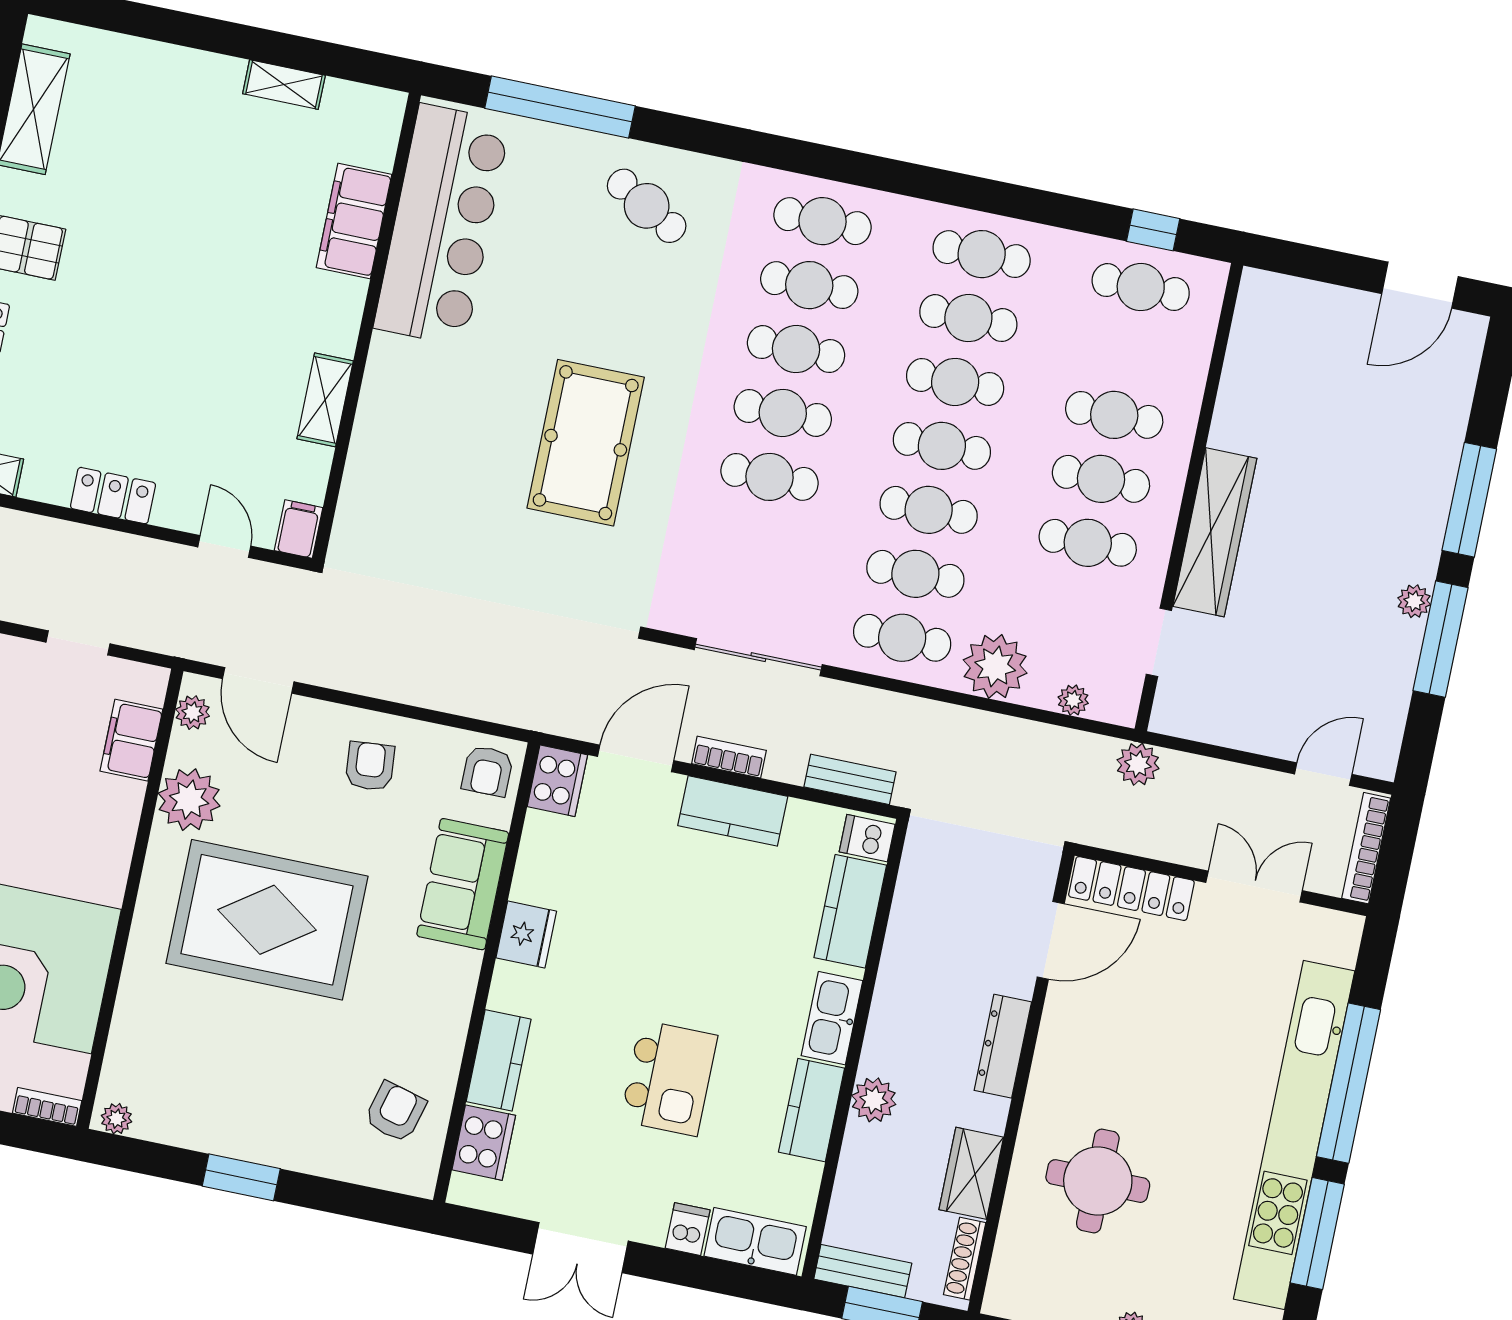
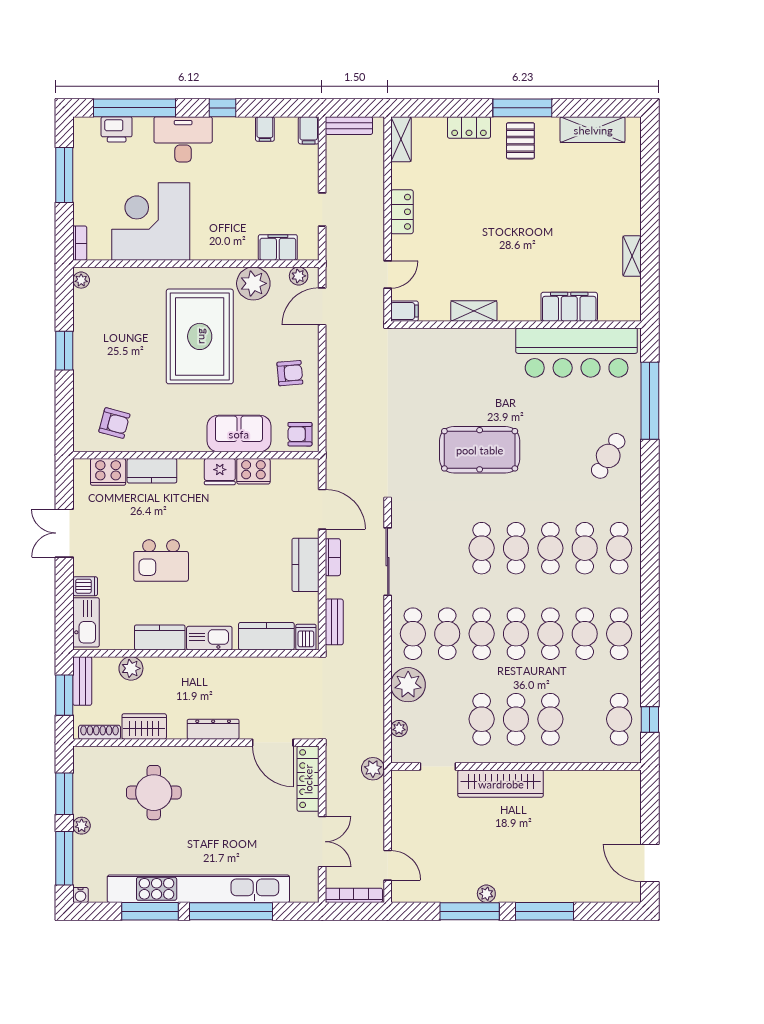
cooker: (557, 781) -> (253, 471), moved
plant: (874, 1100) -> (131, 668), moved

